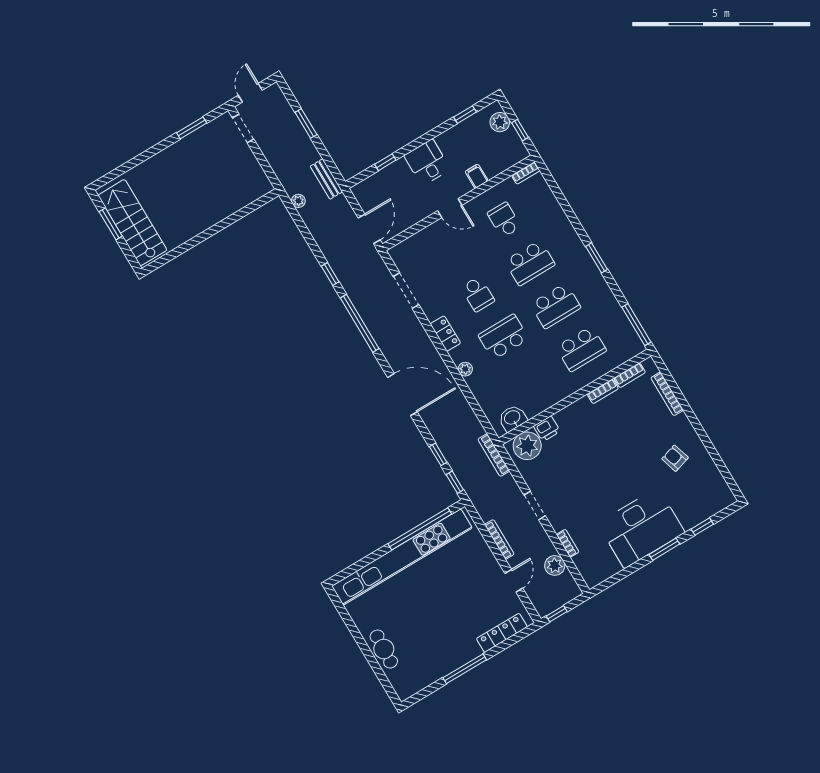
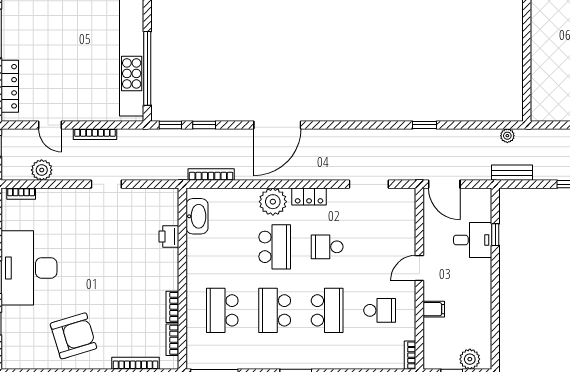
window: (465, 115) -> (495, 332), removed
desk: (427, 162) -> (473, 240), moved
school desk: (530, 263) -> (327, 310), turned 180
window: (360, 323) -> (364, 125), removed
plant: (465, 369) -> (273, 202), width x1.87, depth x1.87
washbasin: (512, 418) -> (197, 216), width x1.38
plant: (527, 446) -> (164, 210), removed
bookcase: (494, 455) -> (211, 175), moved
armchair: (675, 458) -> (73, 336), width x1.88, depth x1.88
bookcase: (568, 543) -> (21, 194), moved

